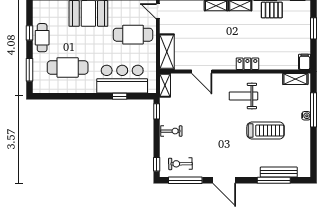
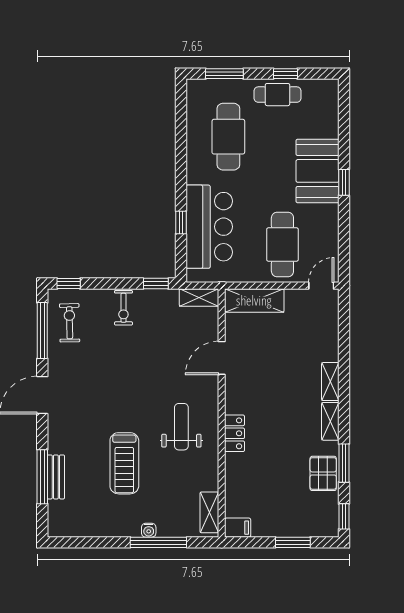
bench: (279, 172) -> (56, 477), width x0.73

